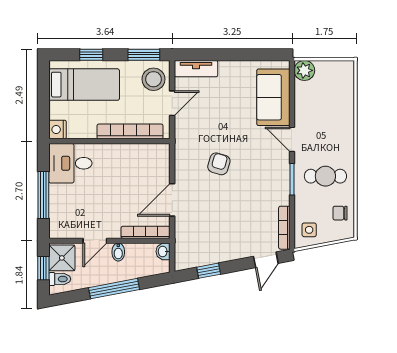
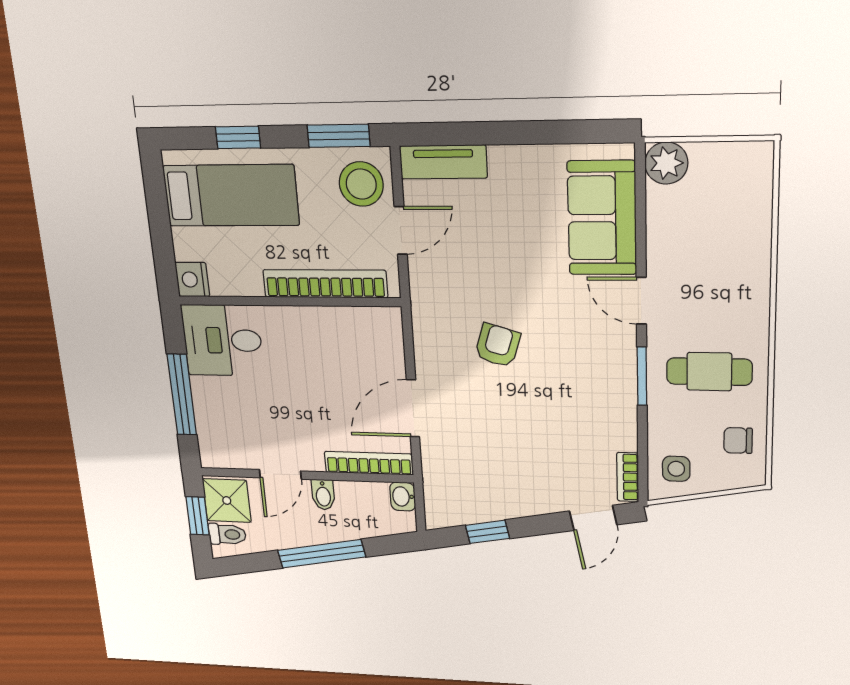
bookcase: (284, 228) -> (628, 477), width x0.64

